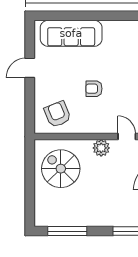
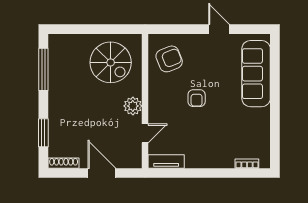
armchair: (94, 89) -> (197, 98), turned 180
spiral stairs: (61, 169) -> (111, 62), turned 90

